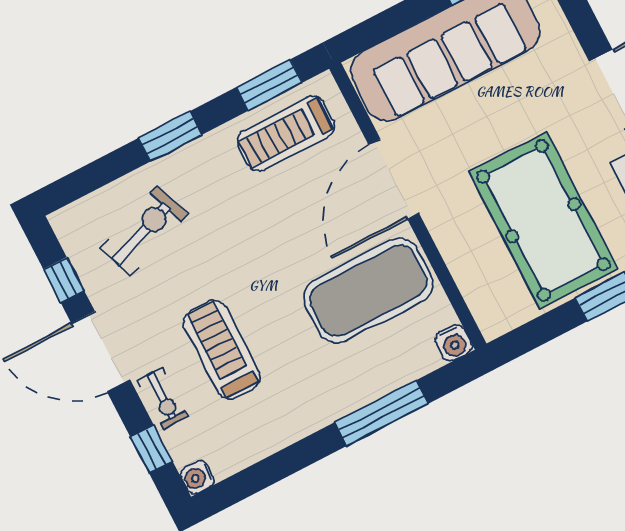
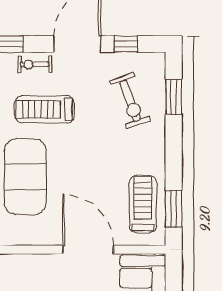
window: (170, 136) -> (174, 97), moved
exercise mat: (368, 291) -> (25, 177), moved
treadmill: (222, 350) -> (45, 109), turned 180

